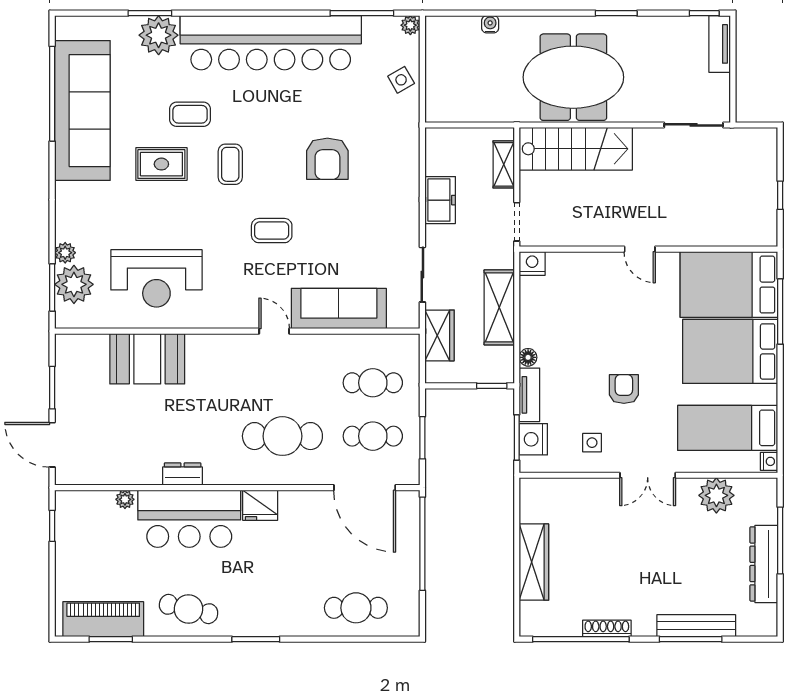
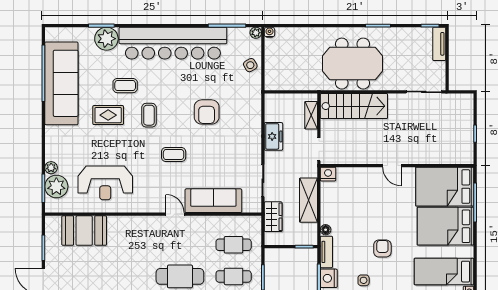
water cooler: (490, 24) -> (269, 32), moved
booth: (147, 359) -> (84, 231), moved

